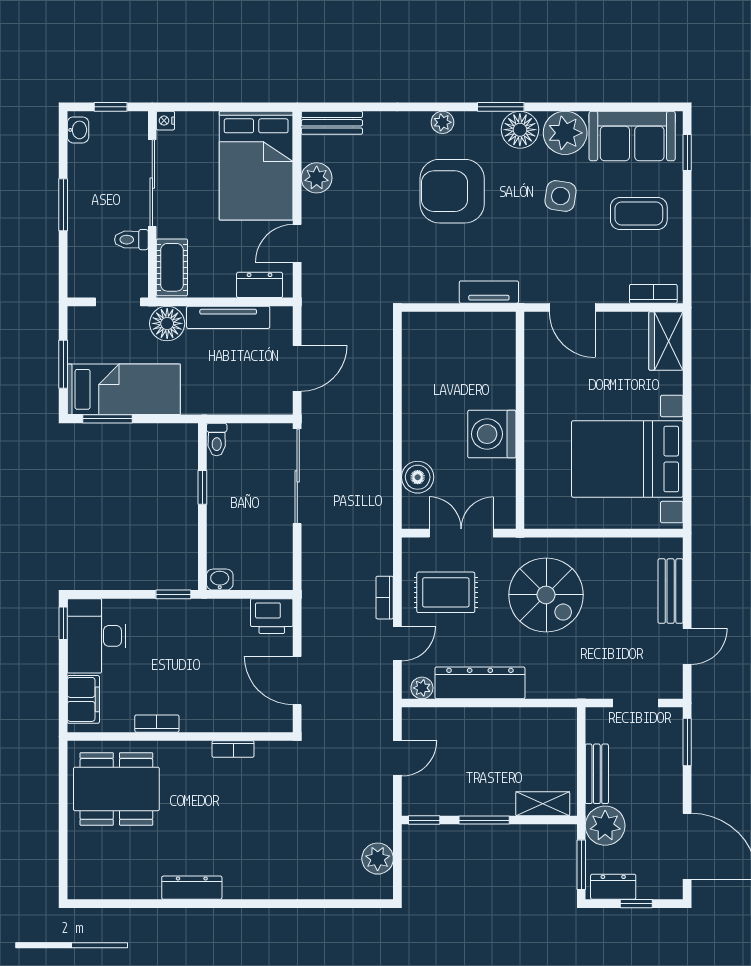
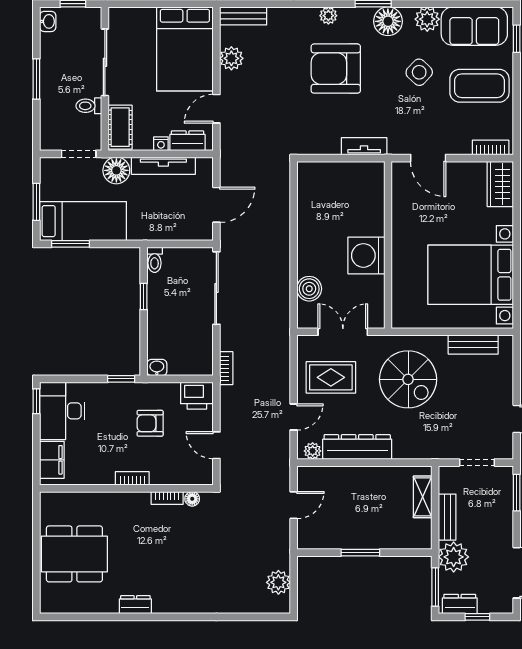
nightstand: (165, 121) -> (161, 144), moved, turned -90
plant: (565, 133) -> (427, 19), width x0.73, depth x0.73
side table: (560, 196) -> (419, 72), turned 35
coffee table: (639, 214) -> (479, 86), width x1.36, depth x1.32
bench: (671, 591) -> (473, 345), moved, turned 90
bookcase: (385, 598) -> (226, 368), moved, turned 180
armchair: (211, 652) -> (150, 423), added
door: (297, 681) -> (216, 445), width x0.73
bookcase: (157, 724) -> (132, 478), moved
floor lamp: (266, 750) -> (192, 499), added
dining table: (116, 789) -> (74, 554), moved
shelving: (543, 804) -> (423, 497), moved, turned 90
window: (424, 820) -> (314, 553), removed
dresser: (192, 888) -> (135, 605), width x0.70

